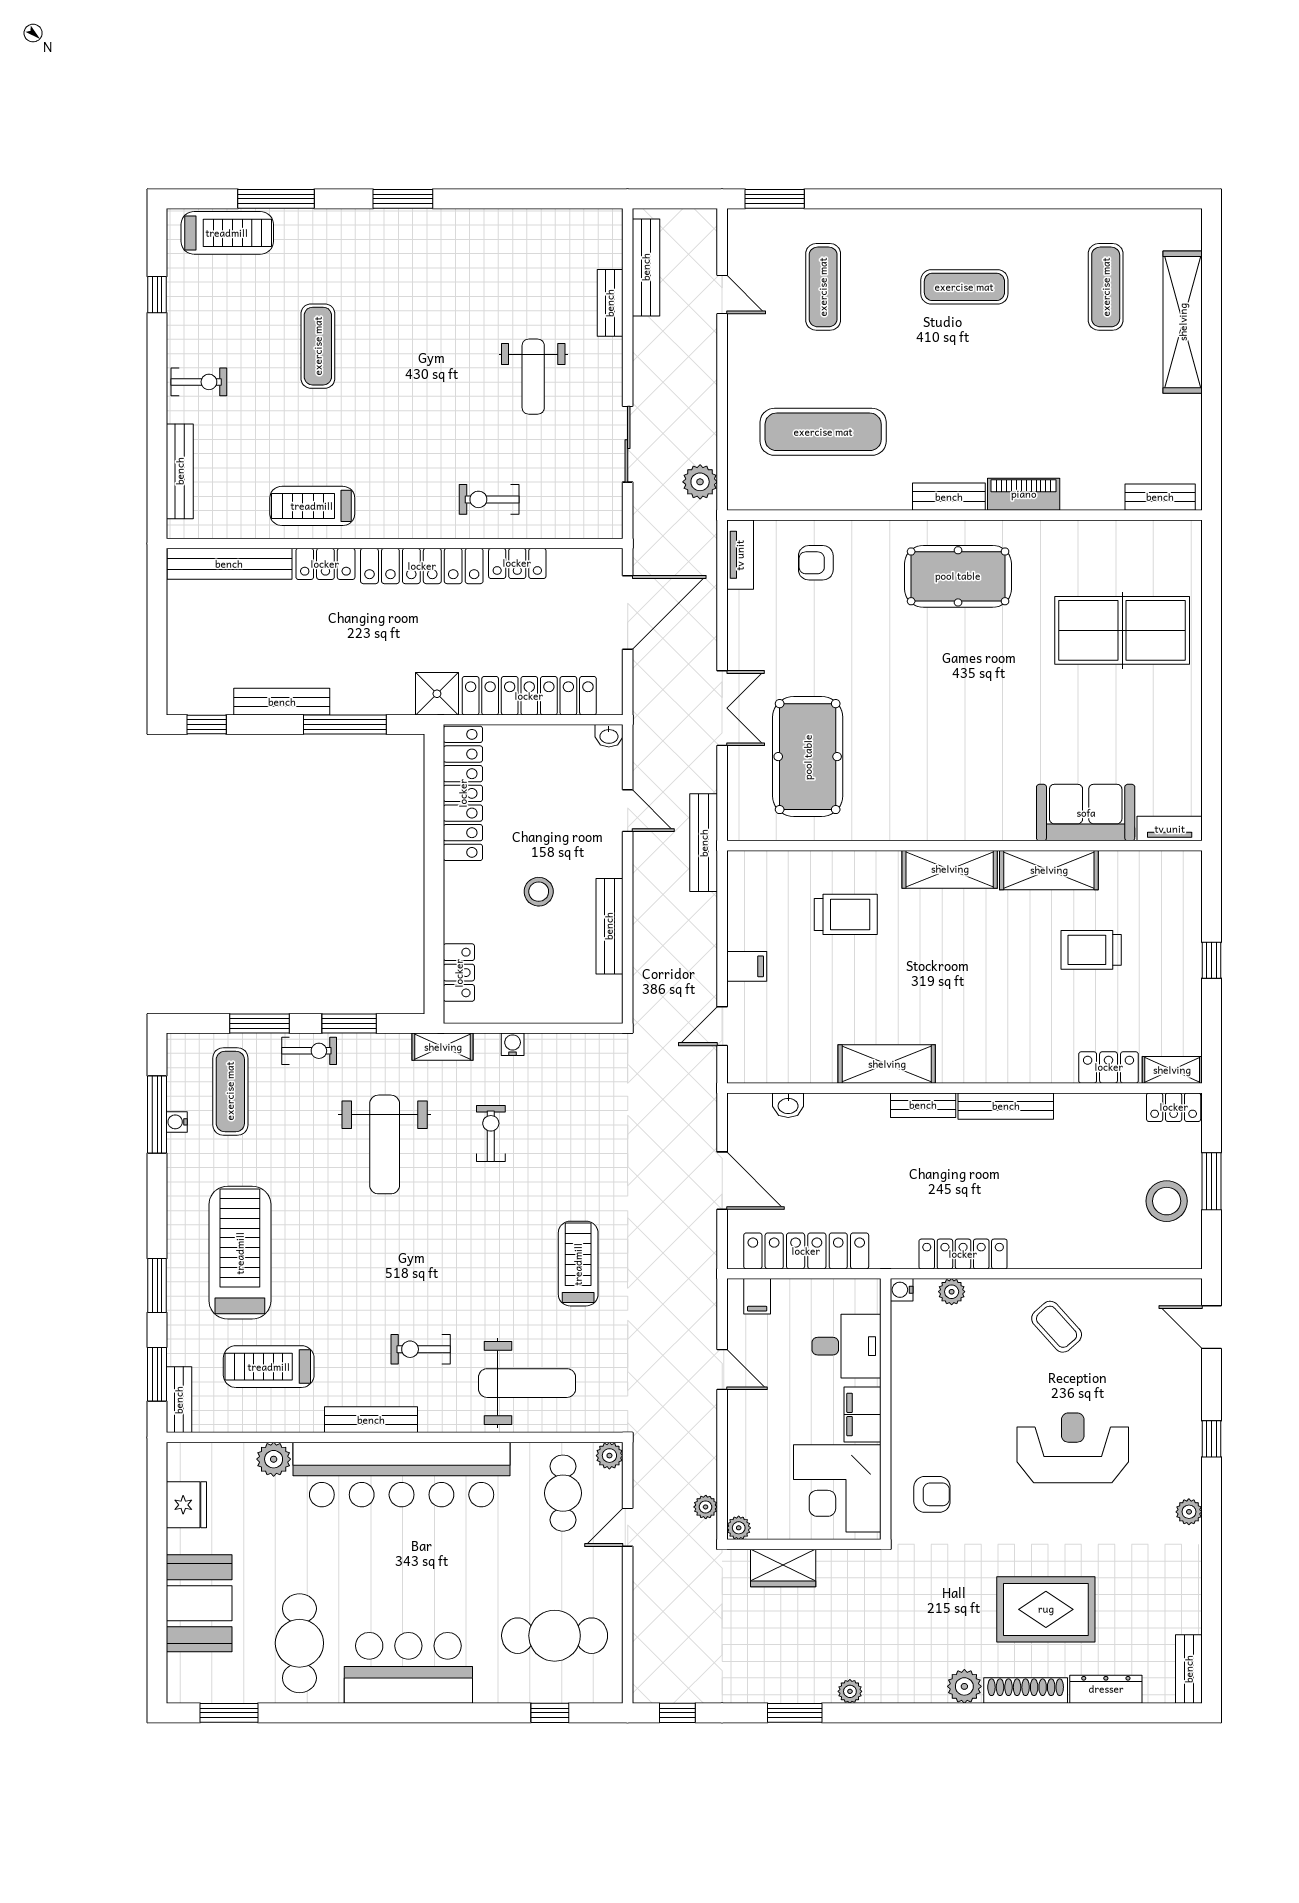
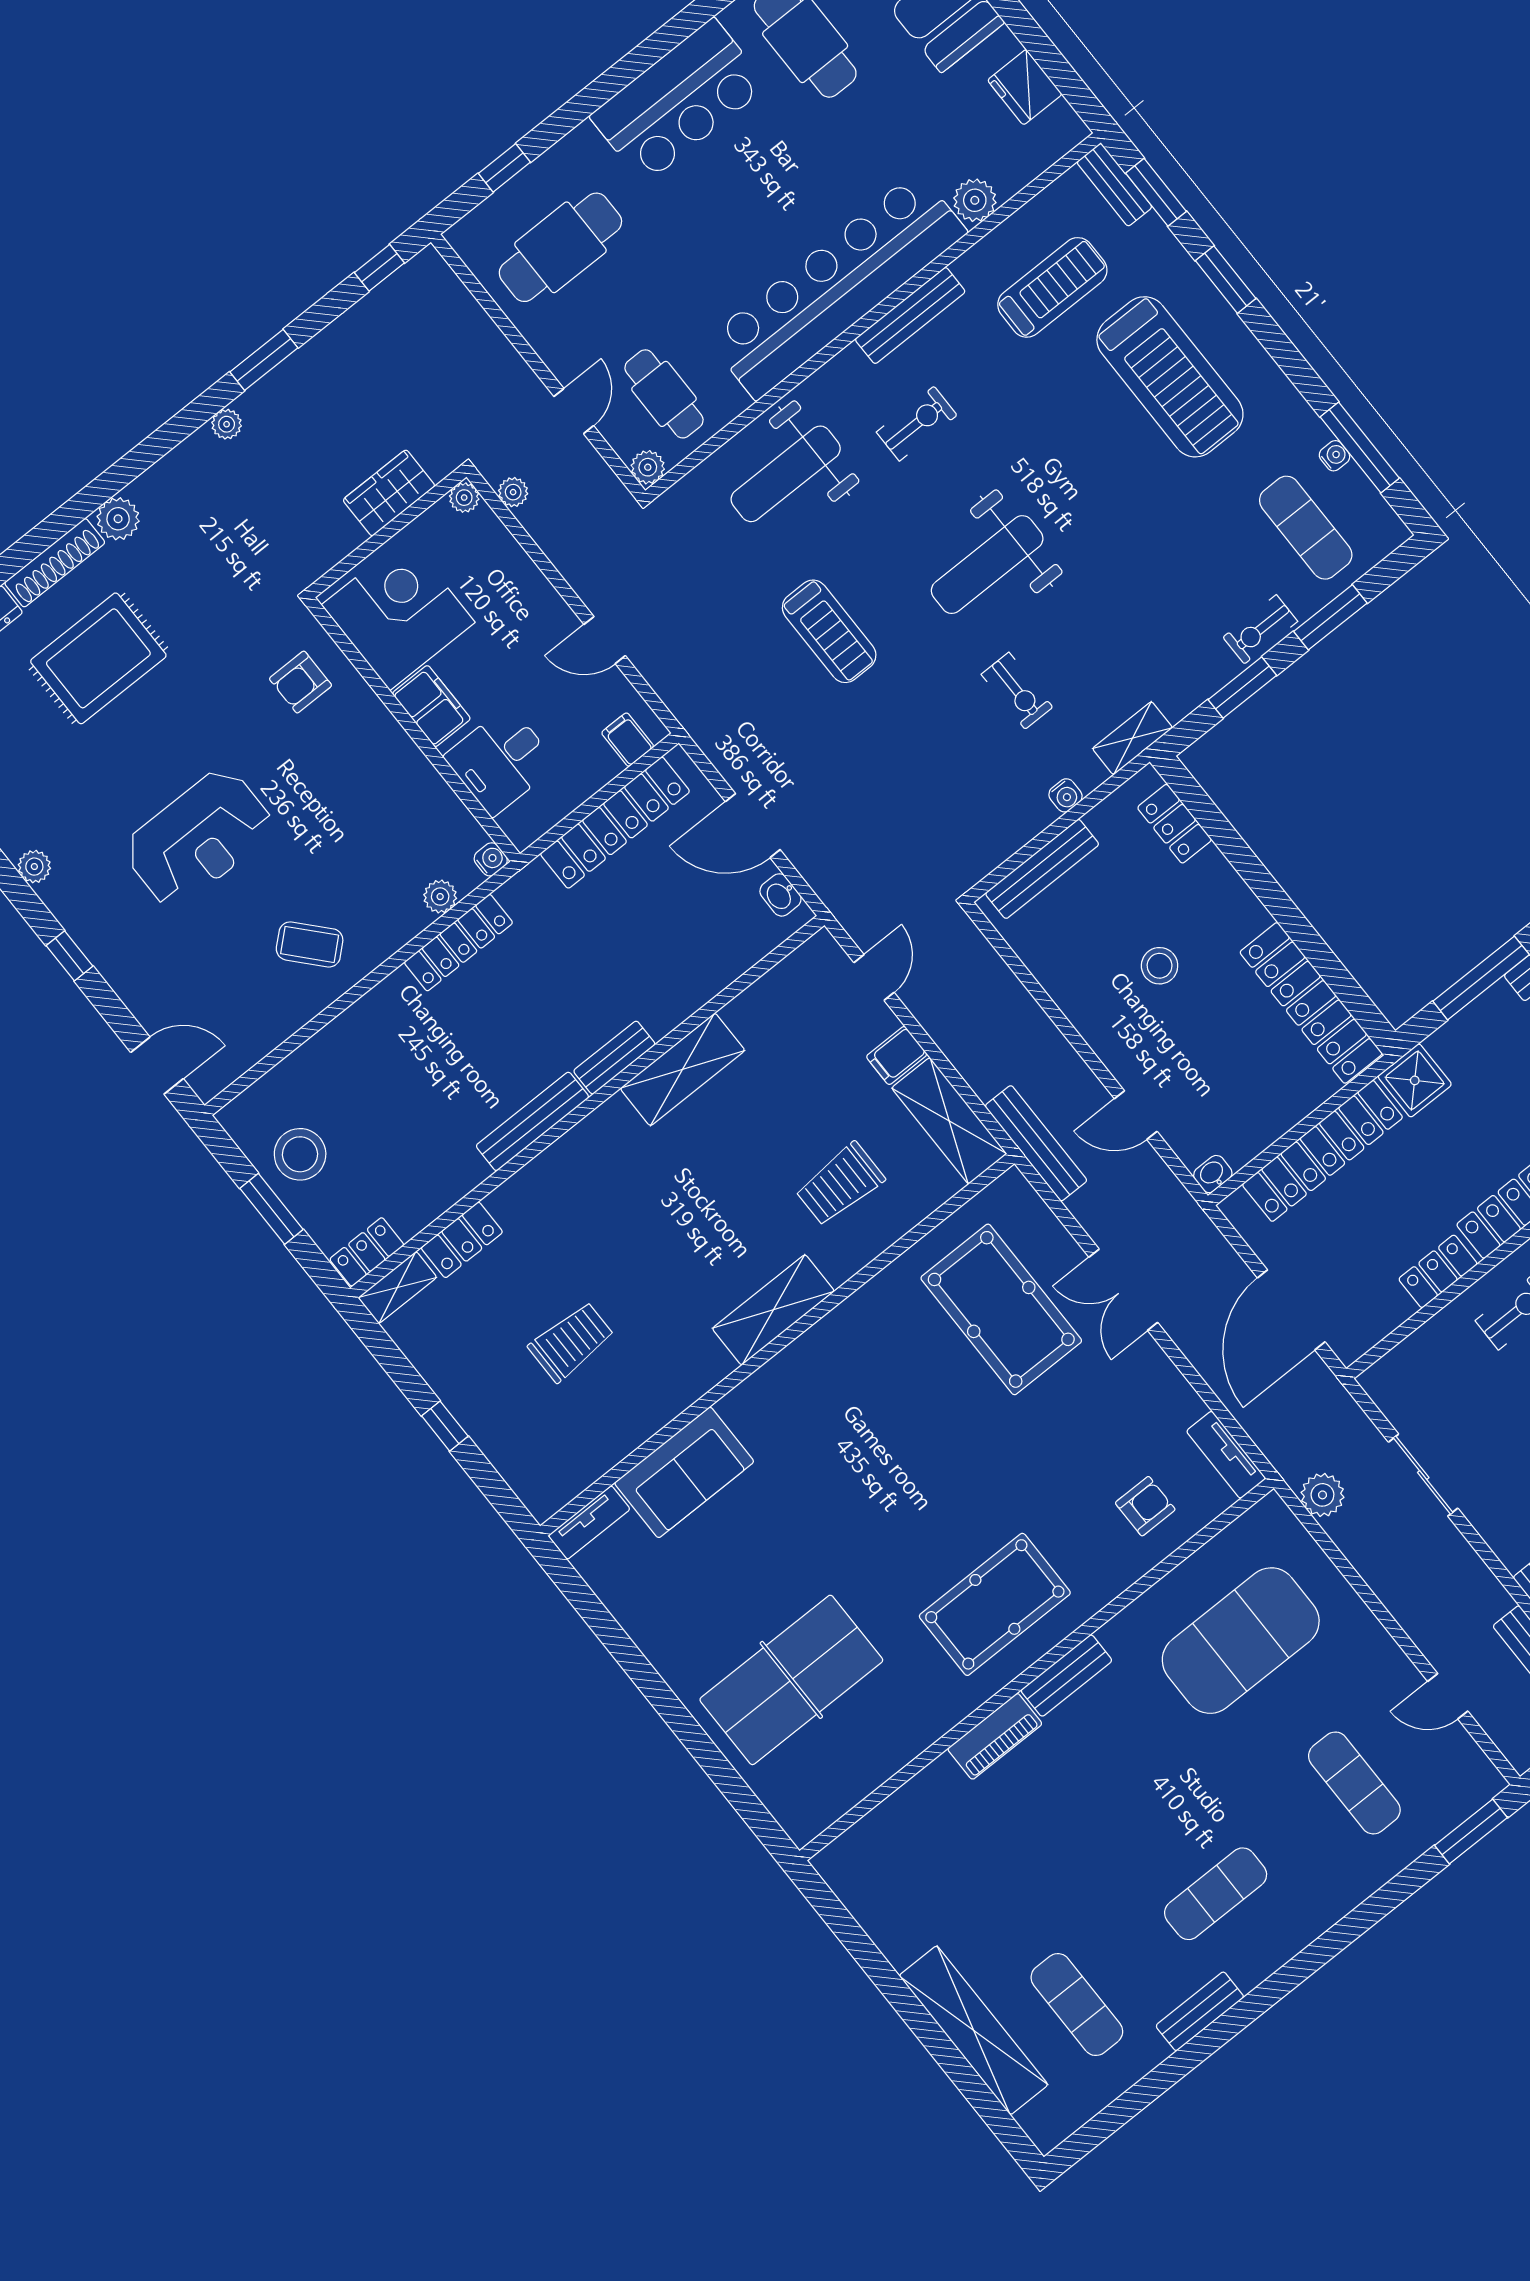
exercise mat: (823, 432) -> (1241, 1641), width x1.47
bench: (1160, 497) -> (1200, 2011), moved
shelving: (1049, 870) -> (949, 1121), moved, turned 90
bench: (609, 926) -> (1042, 869), moved, turned 90
washbasin: (788, 1105) -> (780, 895), moved, turned -90
weight bench: (385, 1144) -> (987, 565), moved, turned -90

